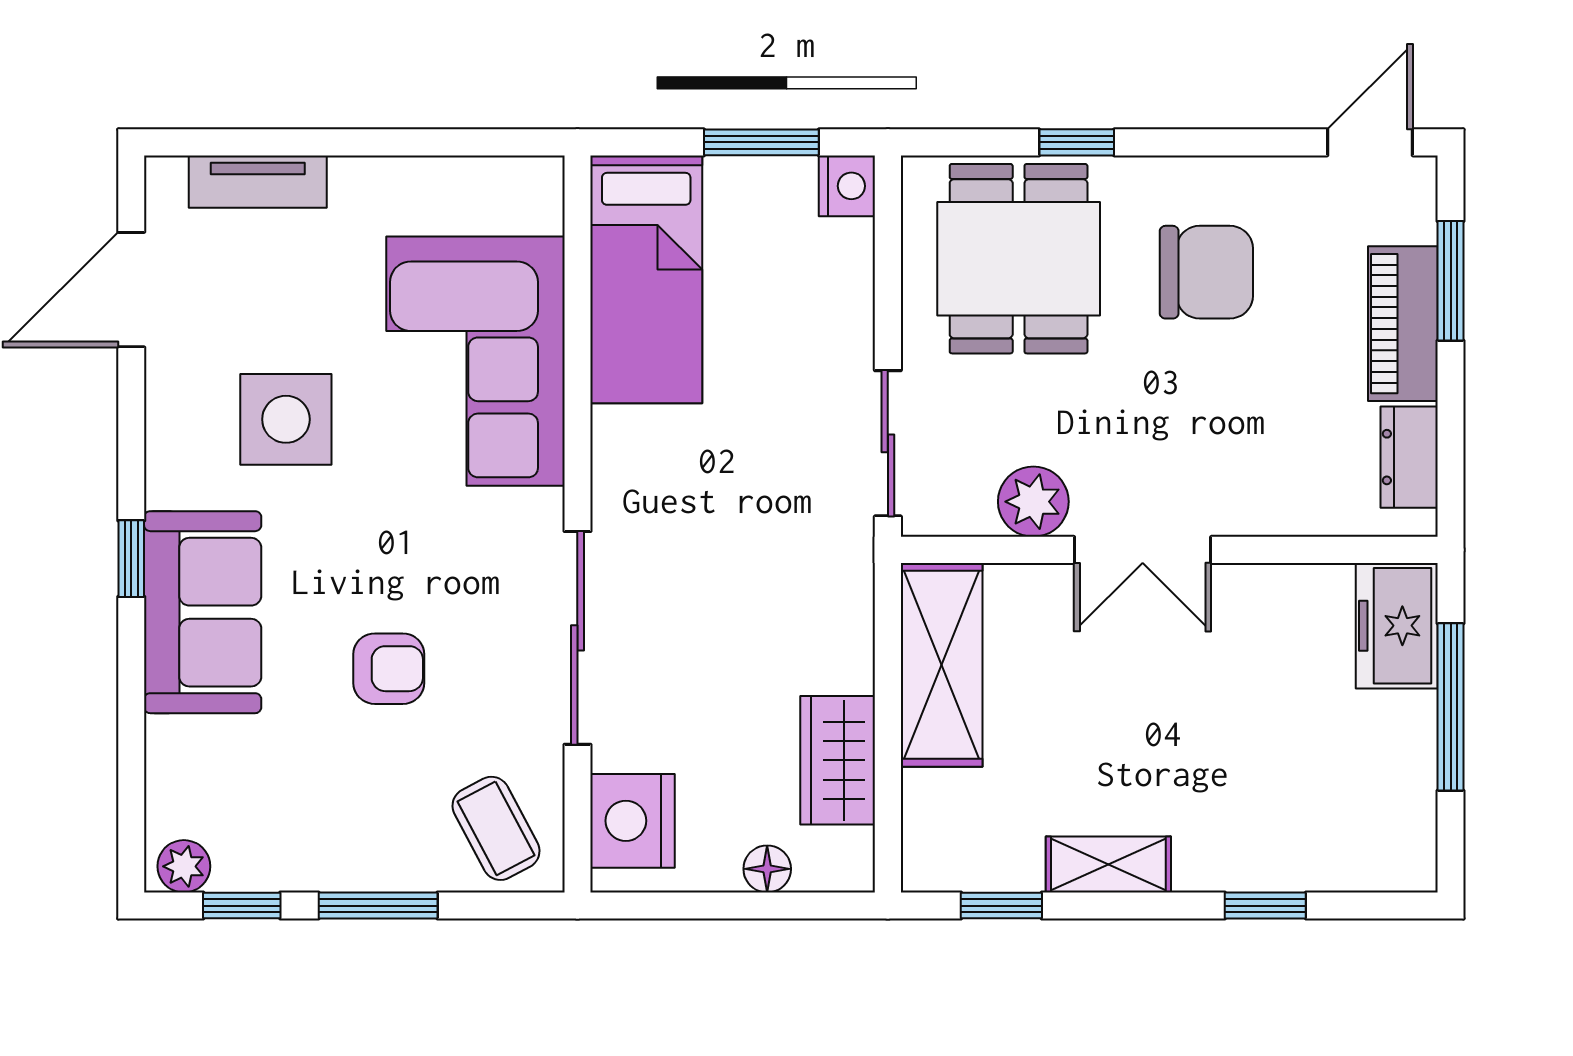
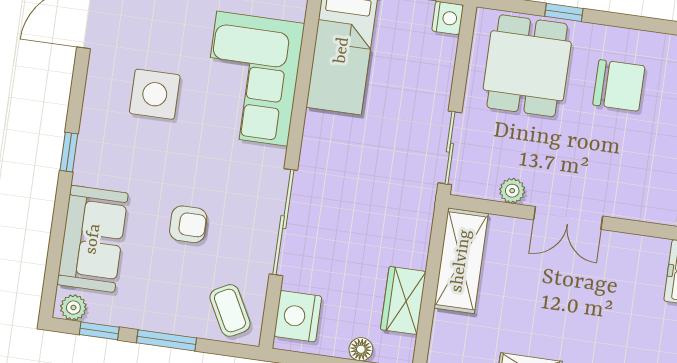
plant: (1033, 502) -> (512, 191), width x0.73, depth x0.73
sofa: (203, 612) -> (93, 239), moved

